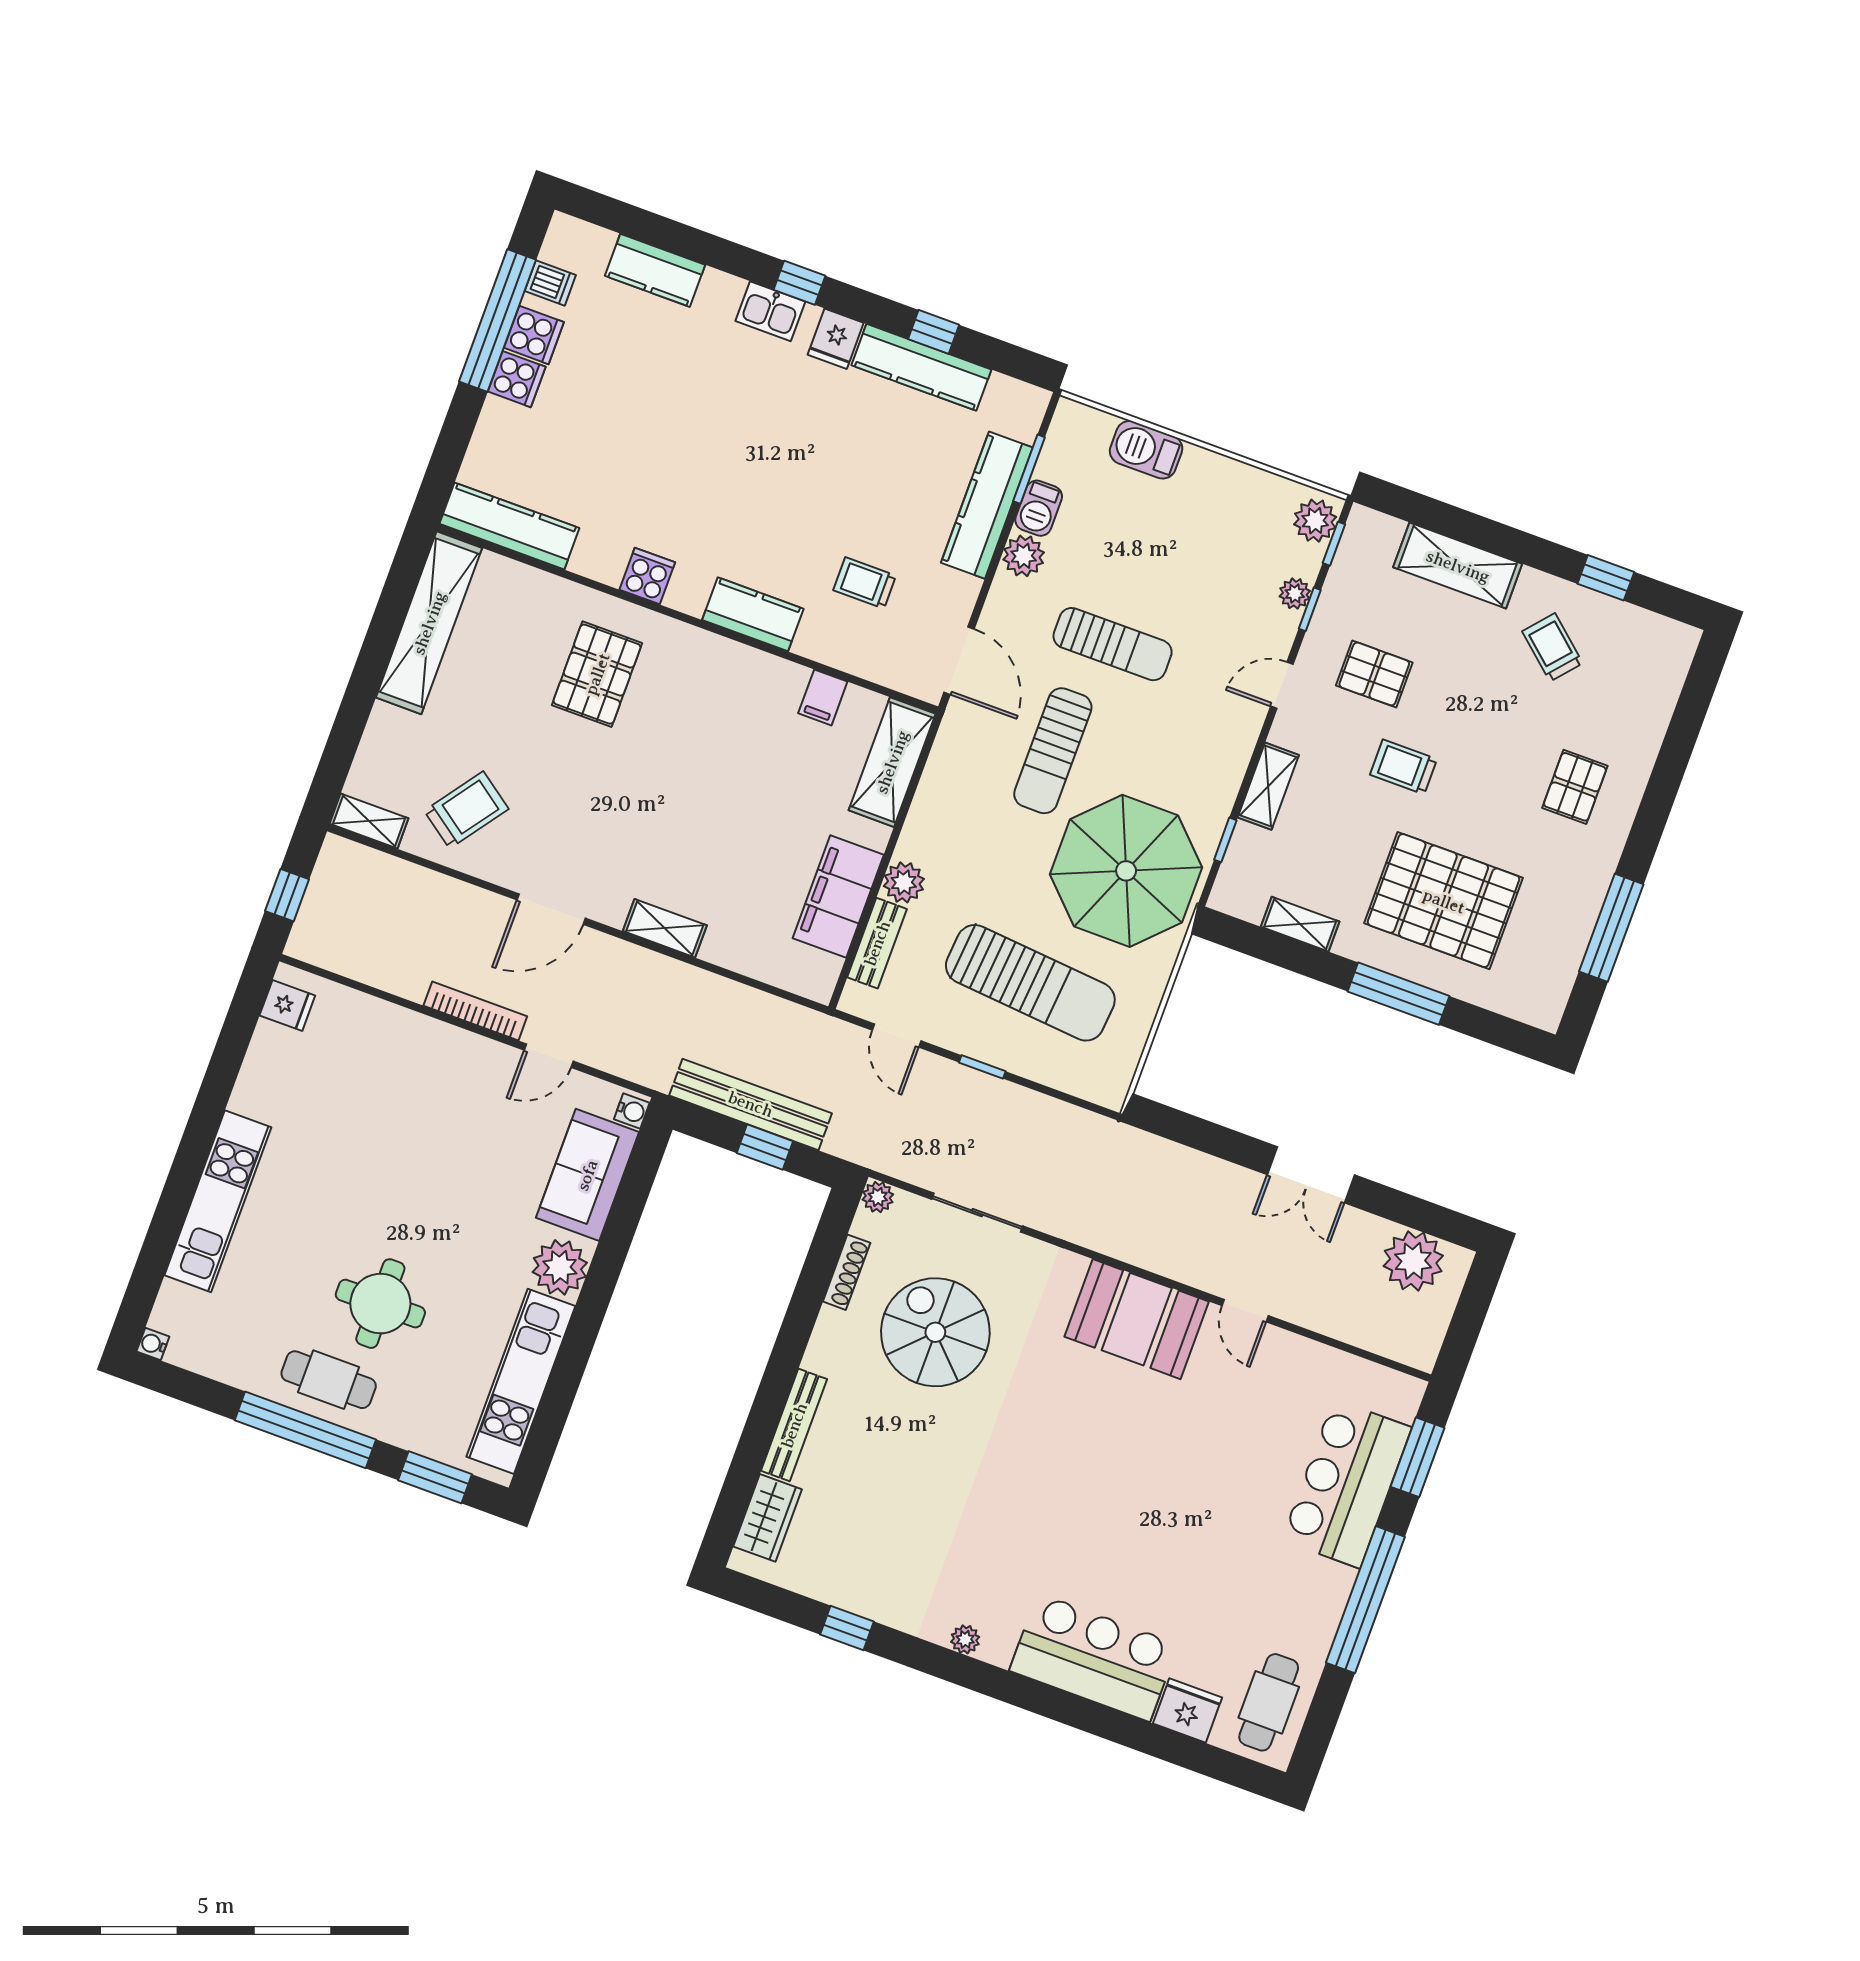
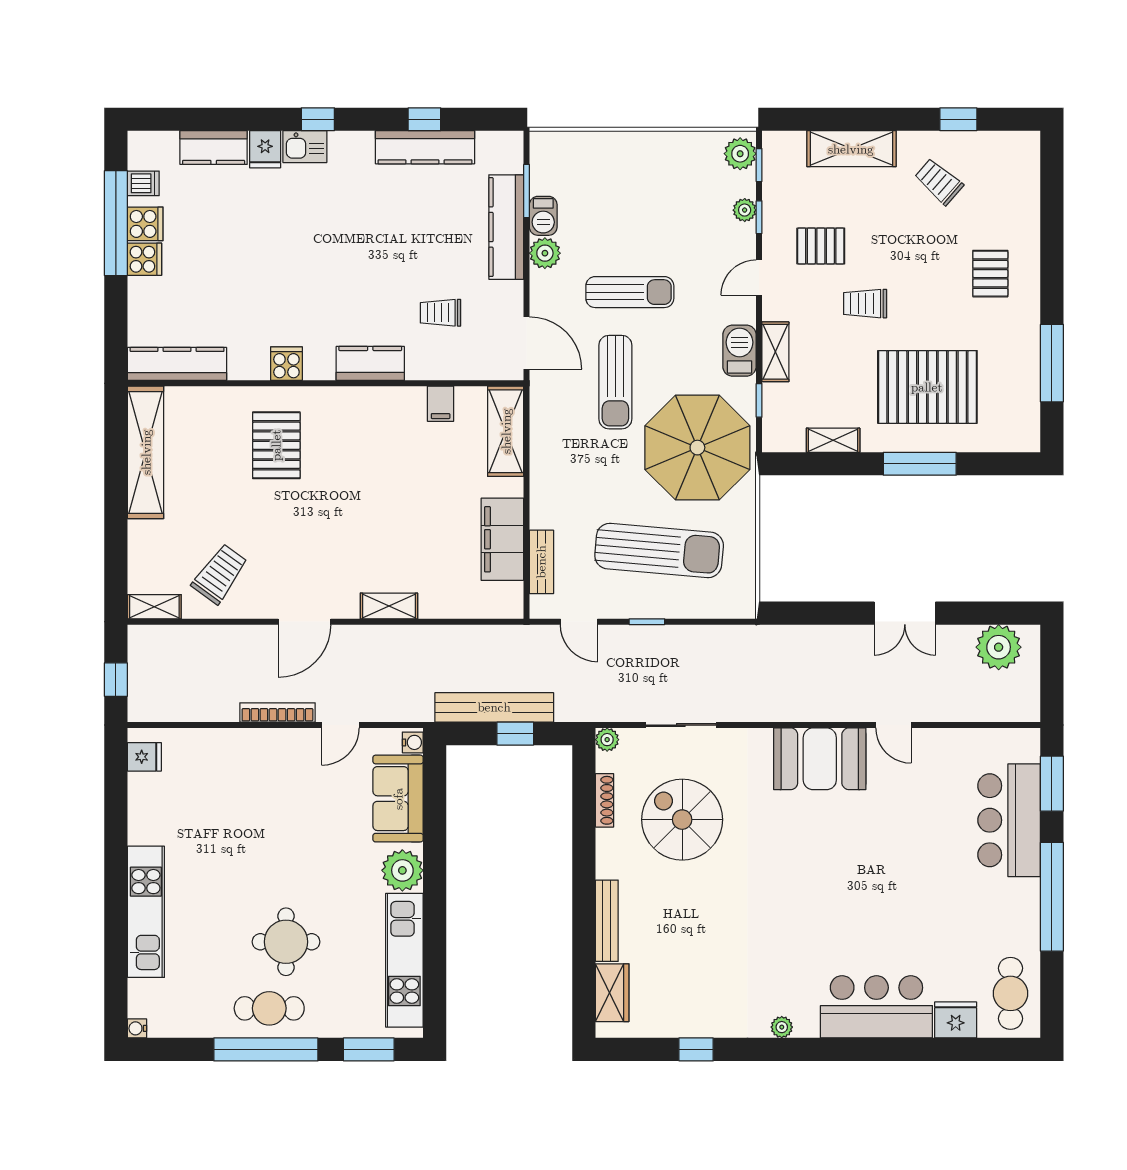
fridge: (836, 339) -> (265, 149), moved
barbecue: (1146, 450) -> (739, 351), moved, turned 90
plant: (904, 882) -> (545, 513), removed

